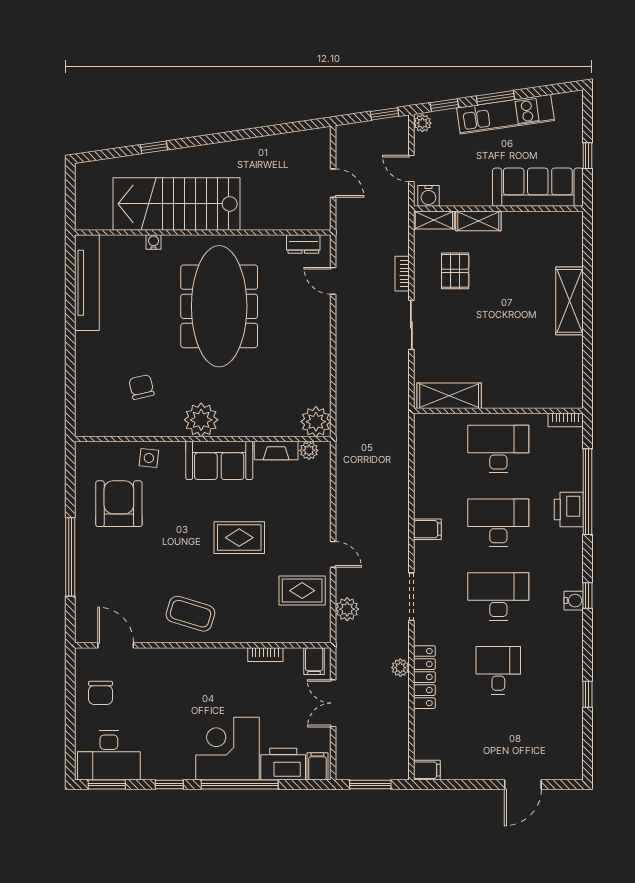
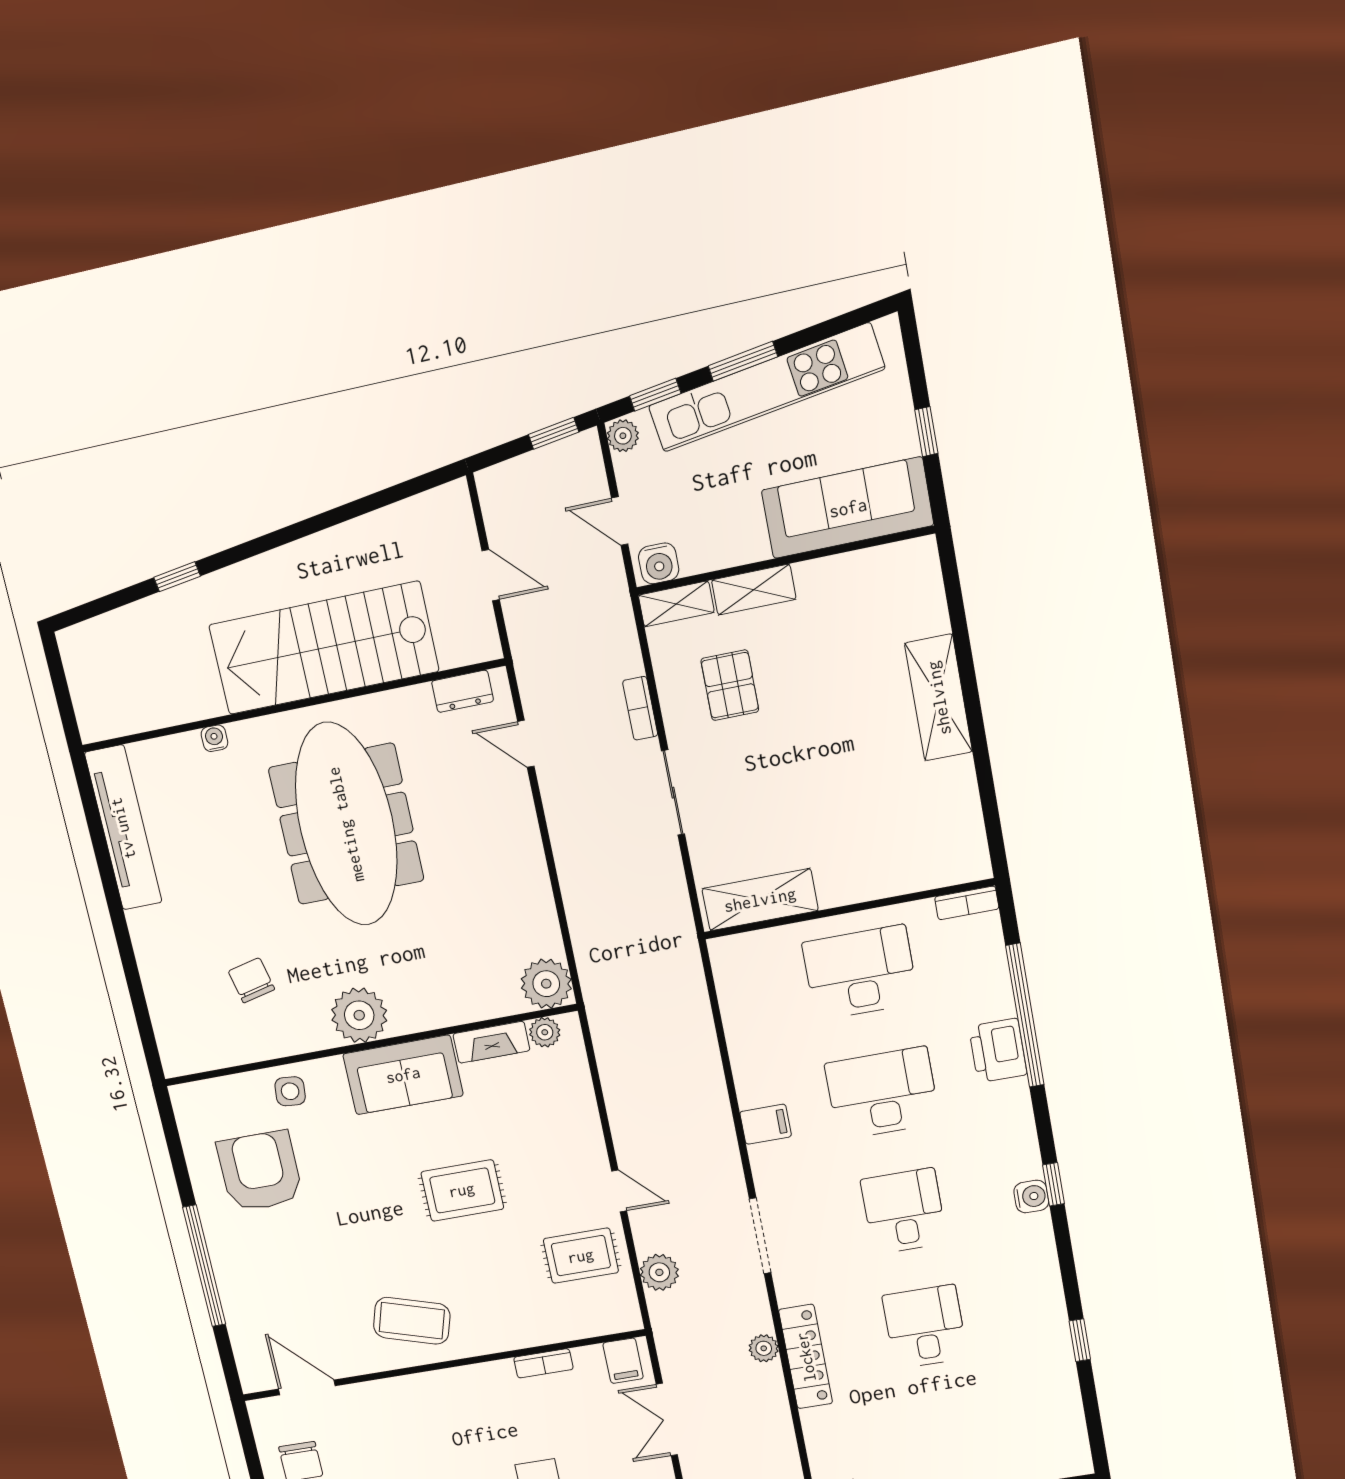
kitchen unit: (505, 114) -> (766, 388), width x1.36
stairs: (176, 204) -> (324, 648), moved
desk: (498, 597) -> (904, 1211), width x0.73

